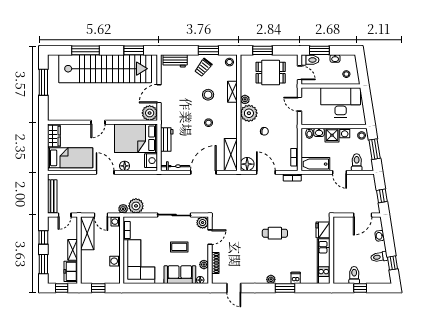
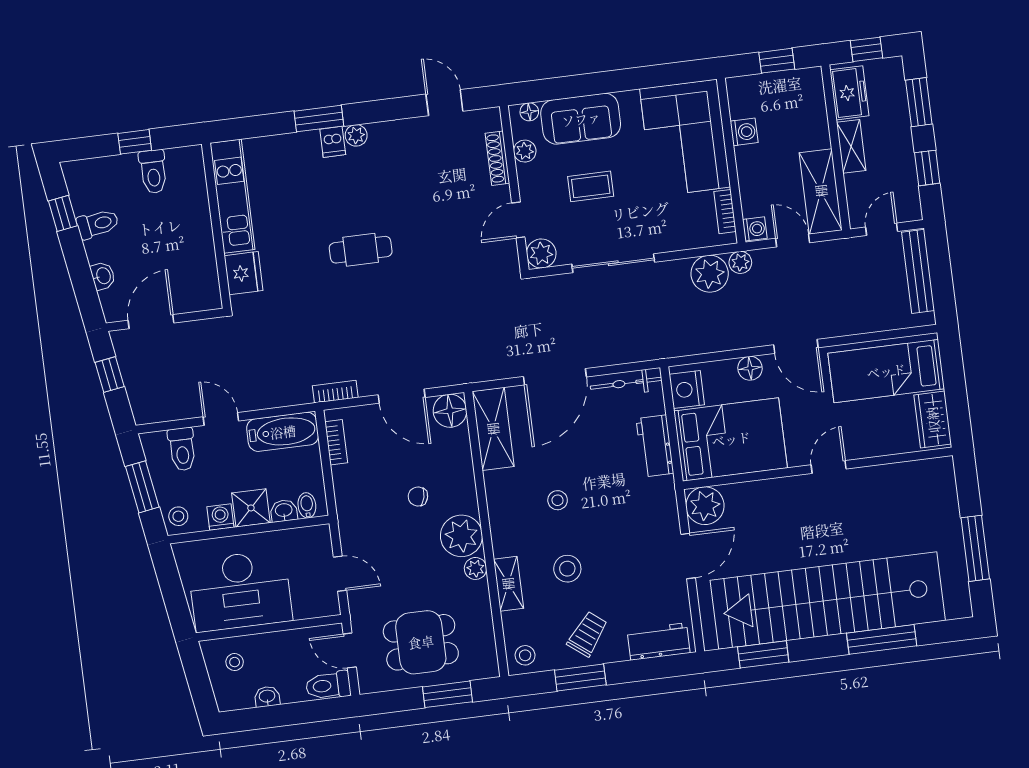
window: (319, 50) -> (308, 712), removed
dishwasher: (296, 278) -> (333, 142), moved

